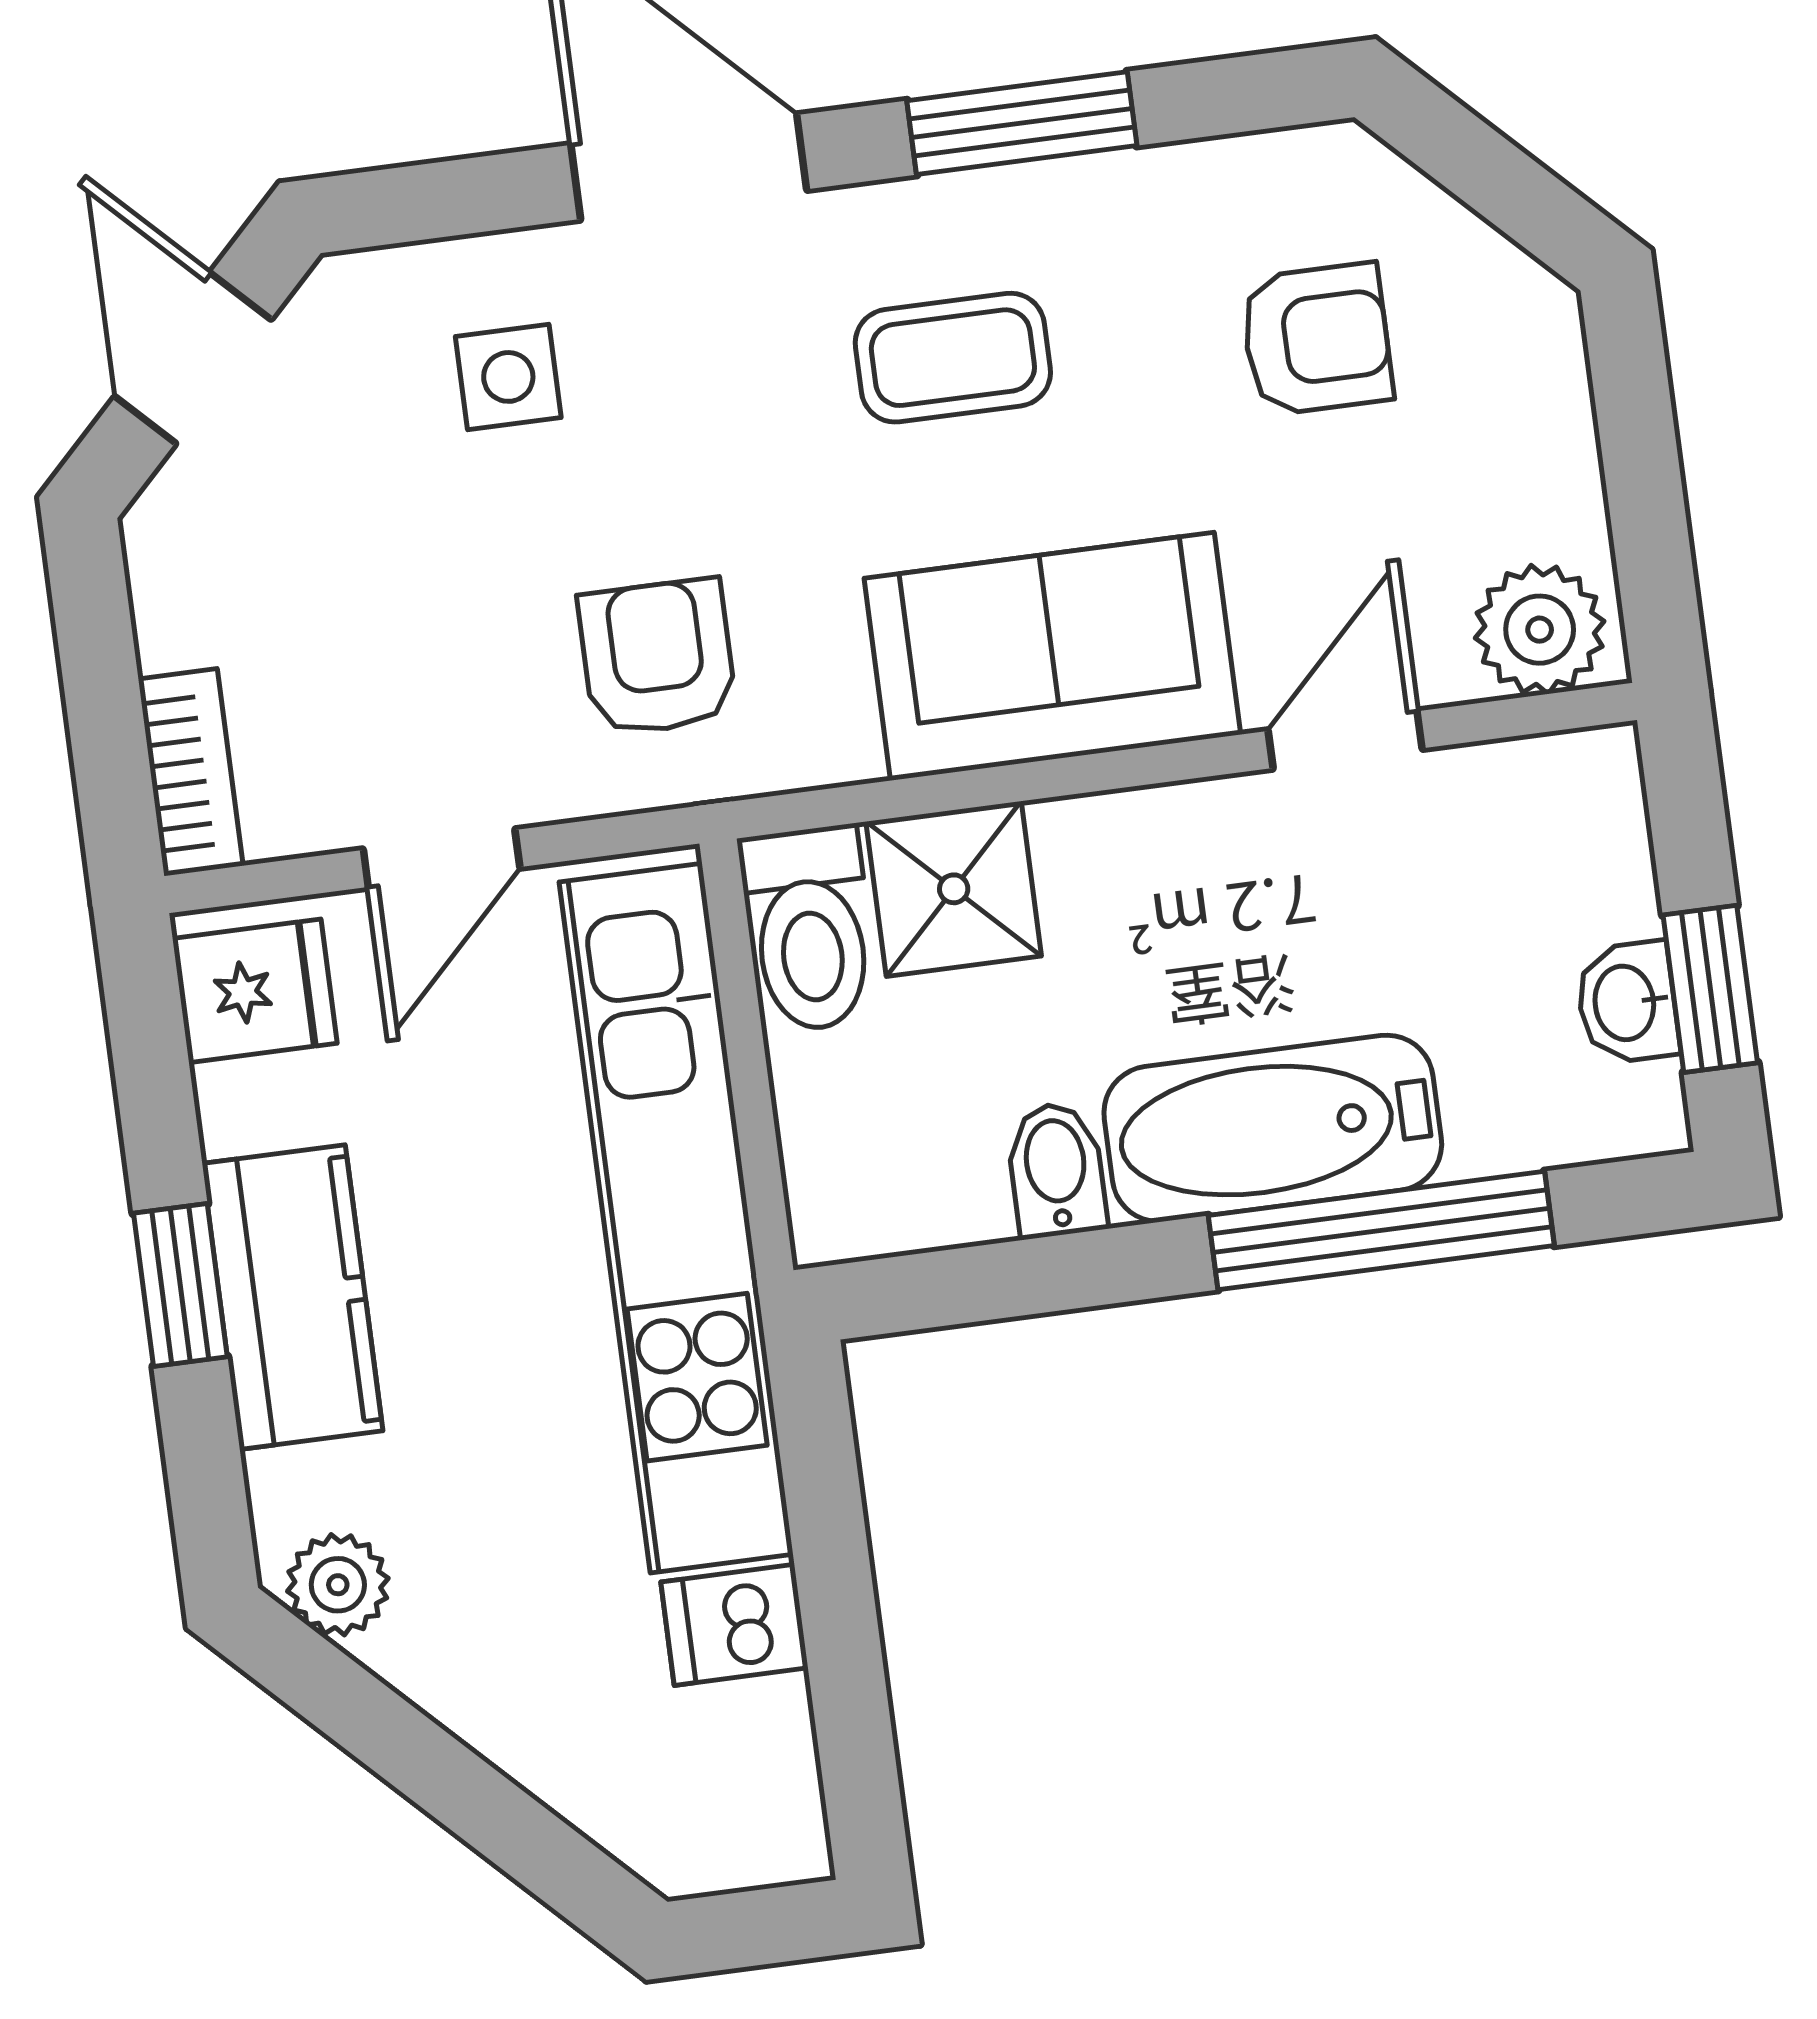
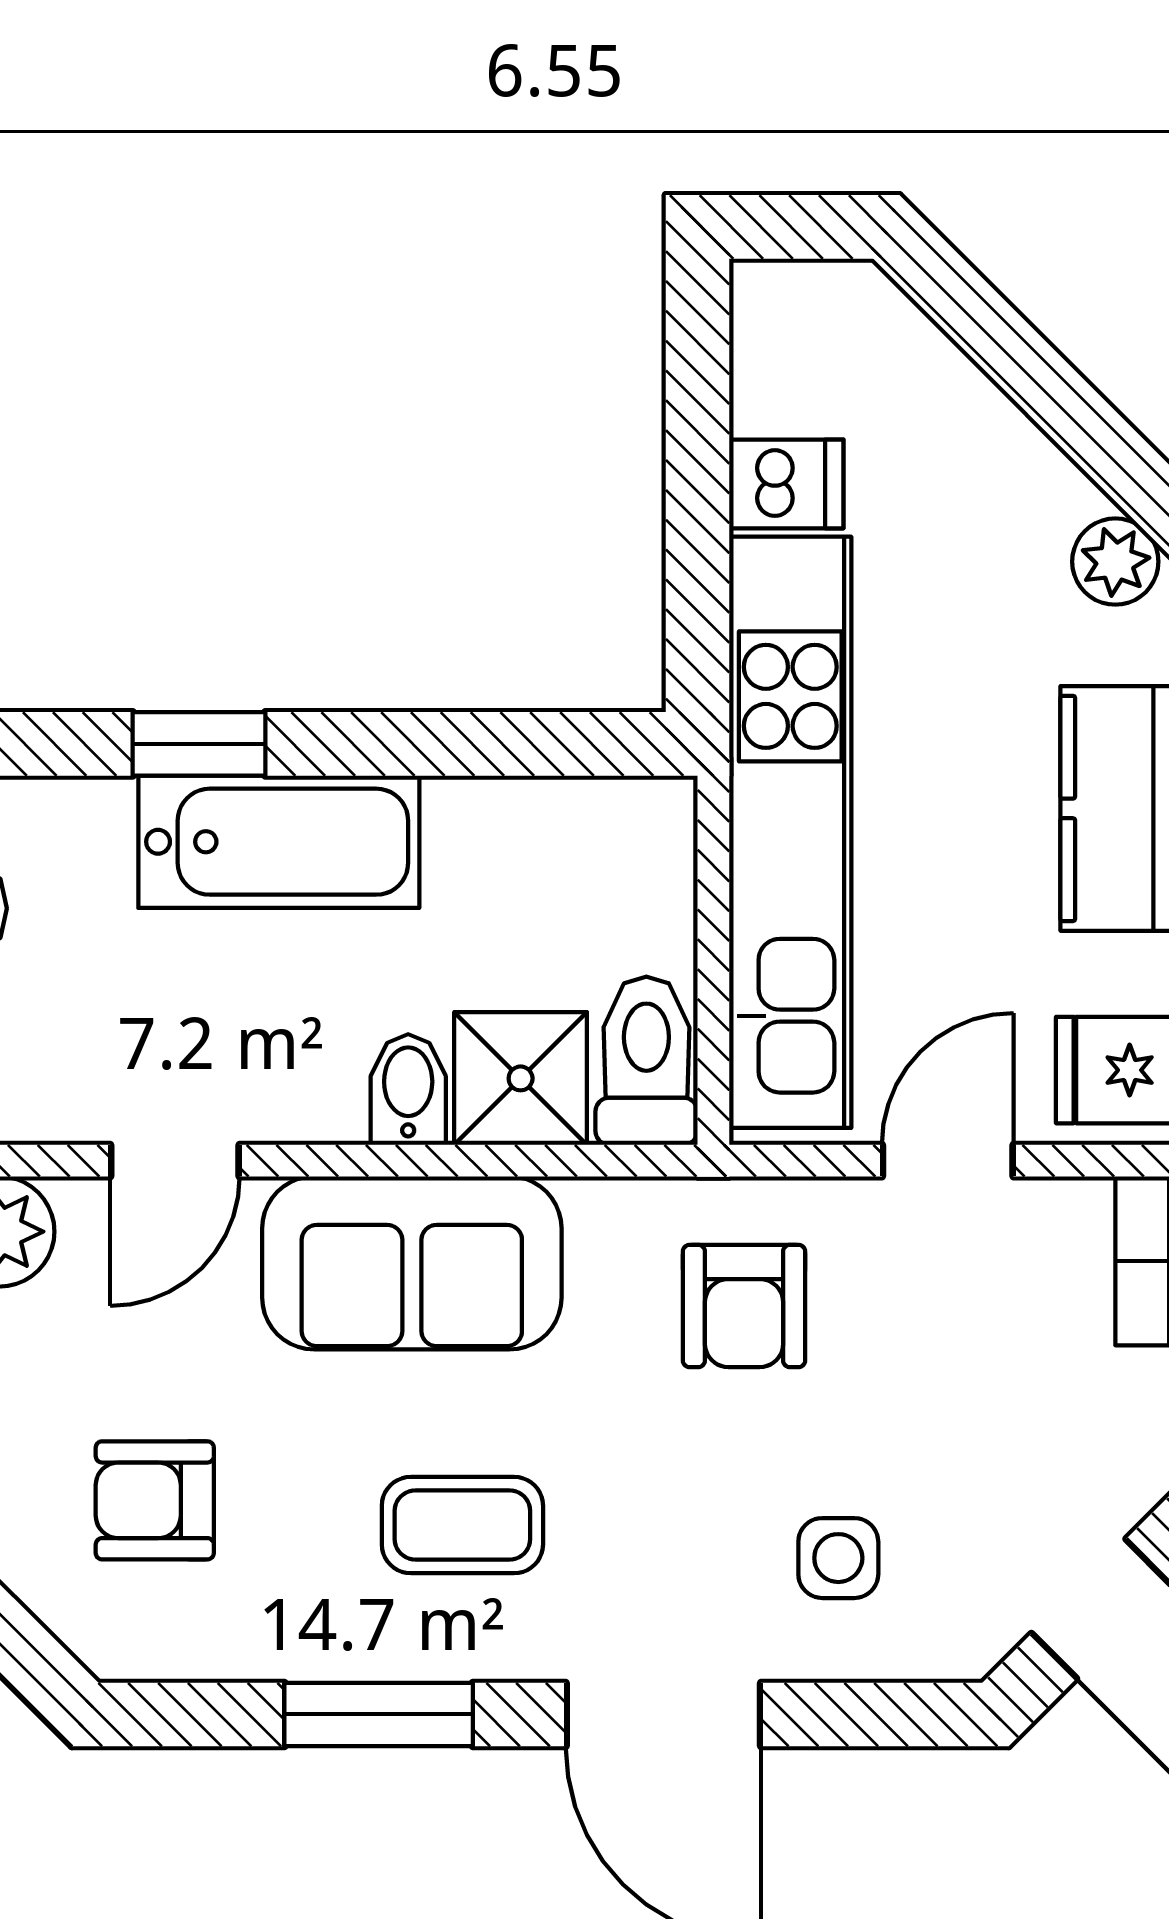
bidet: (1056, 1170) -> (408, 1089), moved, turned 180
window: (1381, 1231) -> (199, 744), width x0.46

